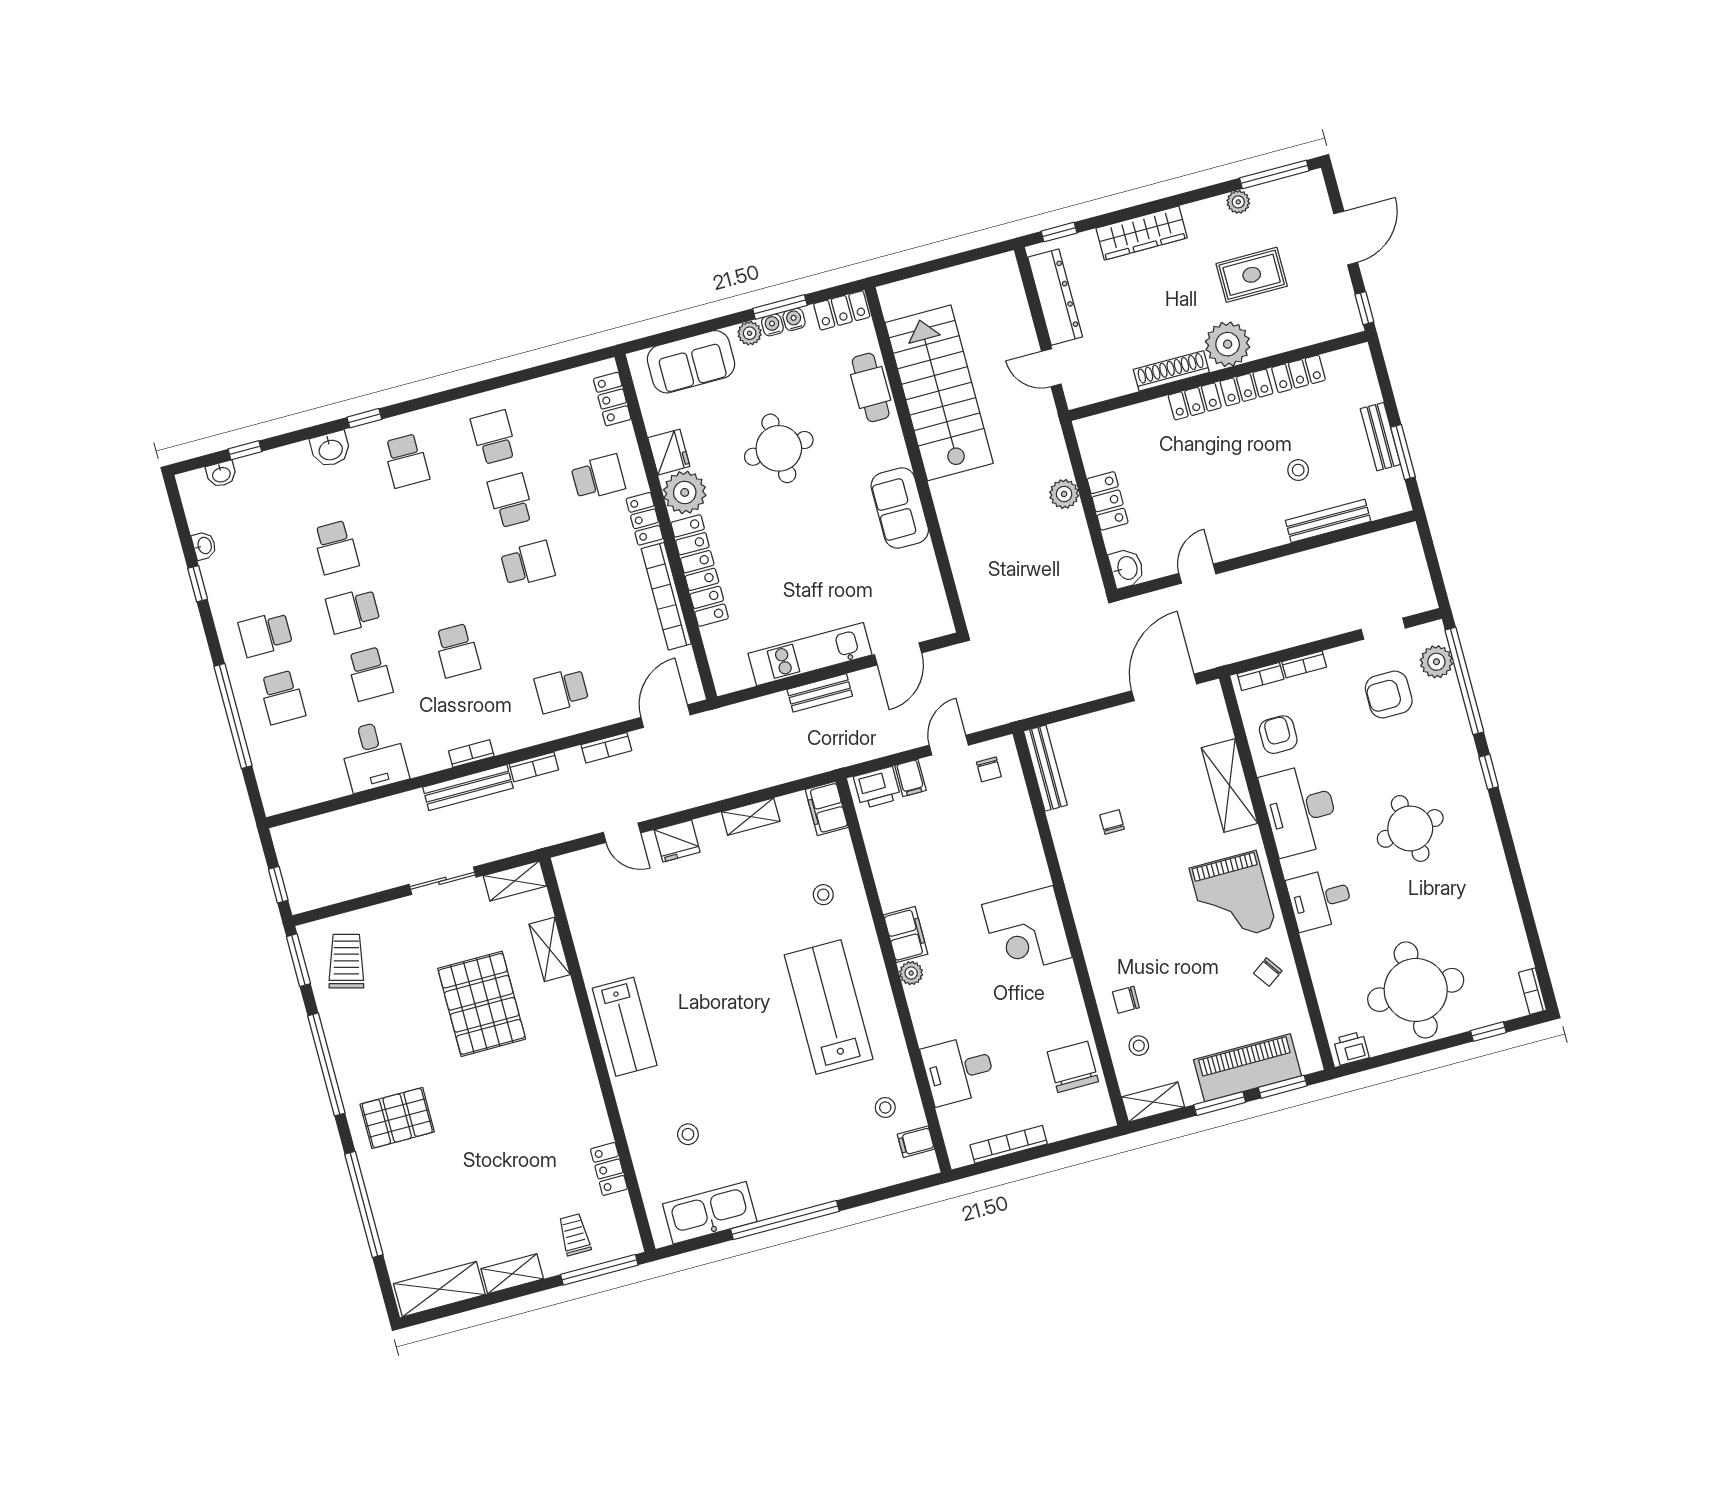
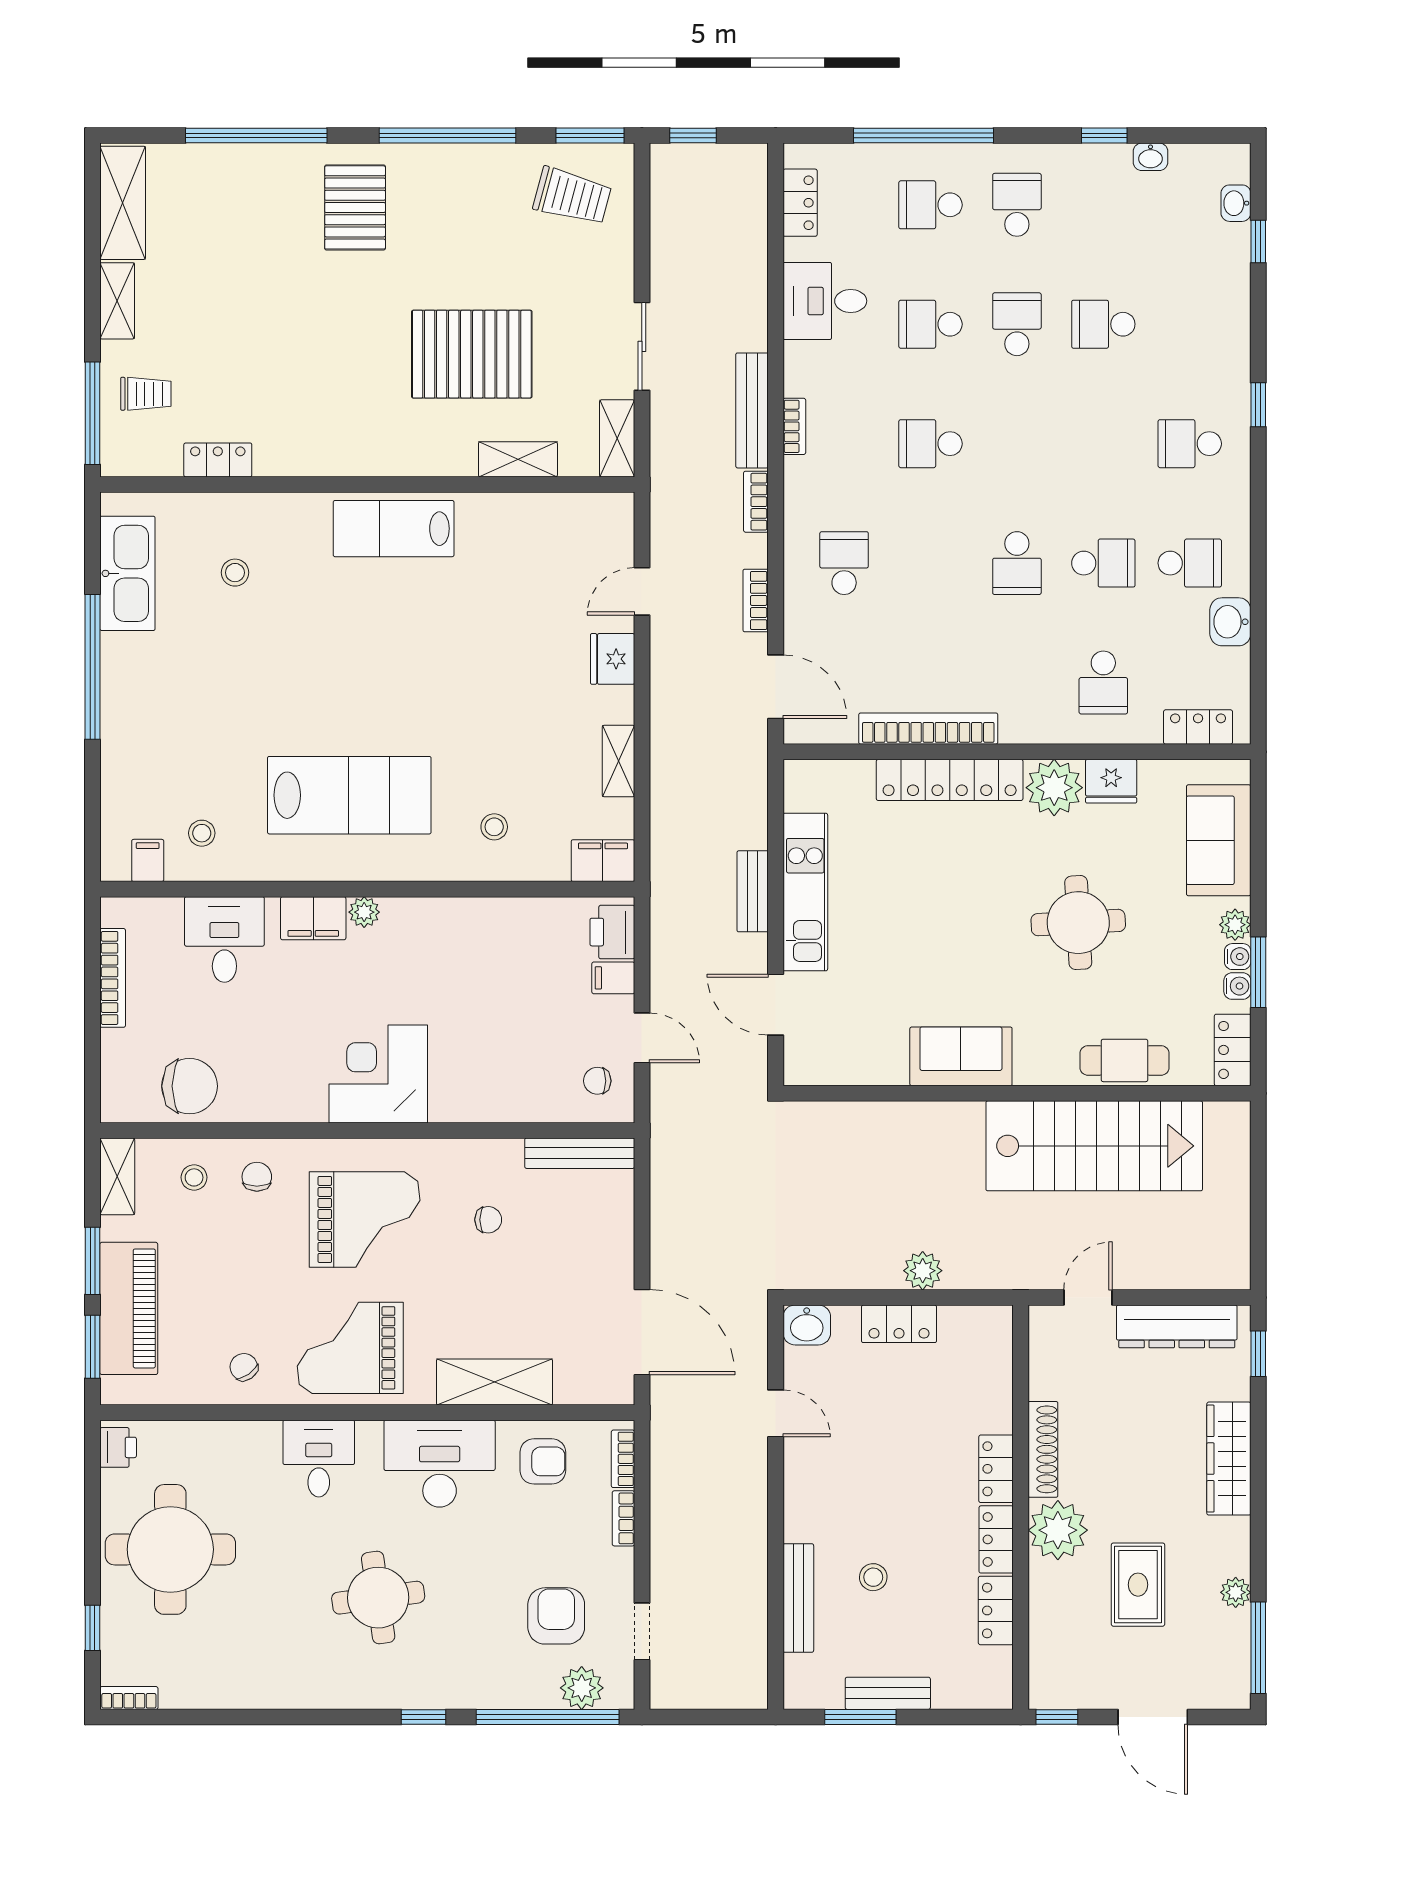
washbasin: (330, 449) -> (1230, 622), moved
locker: (644, 519) -> (800, 203), moved, turned 90
grand piano: (1136, 913) -> (365, 1219), added
filing cabinet: (906, 935) -> (313, 918), moved

